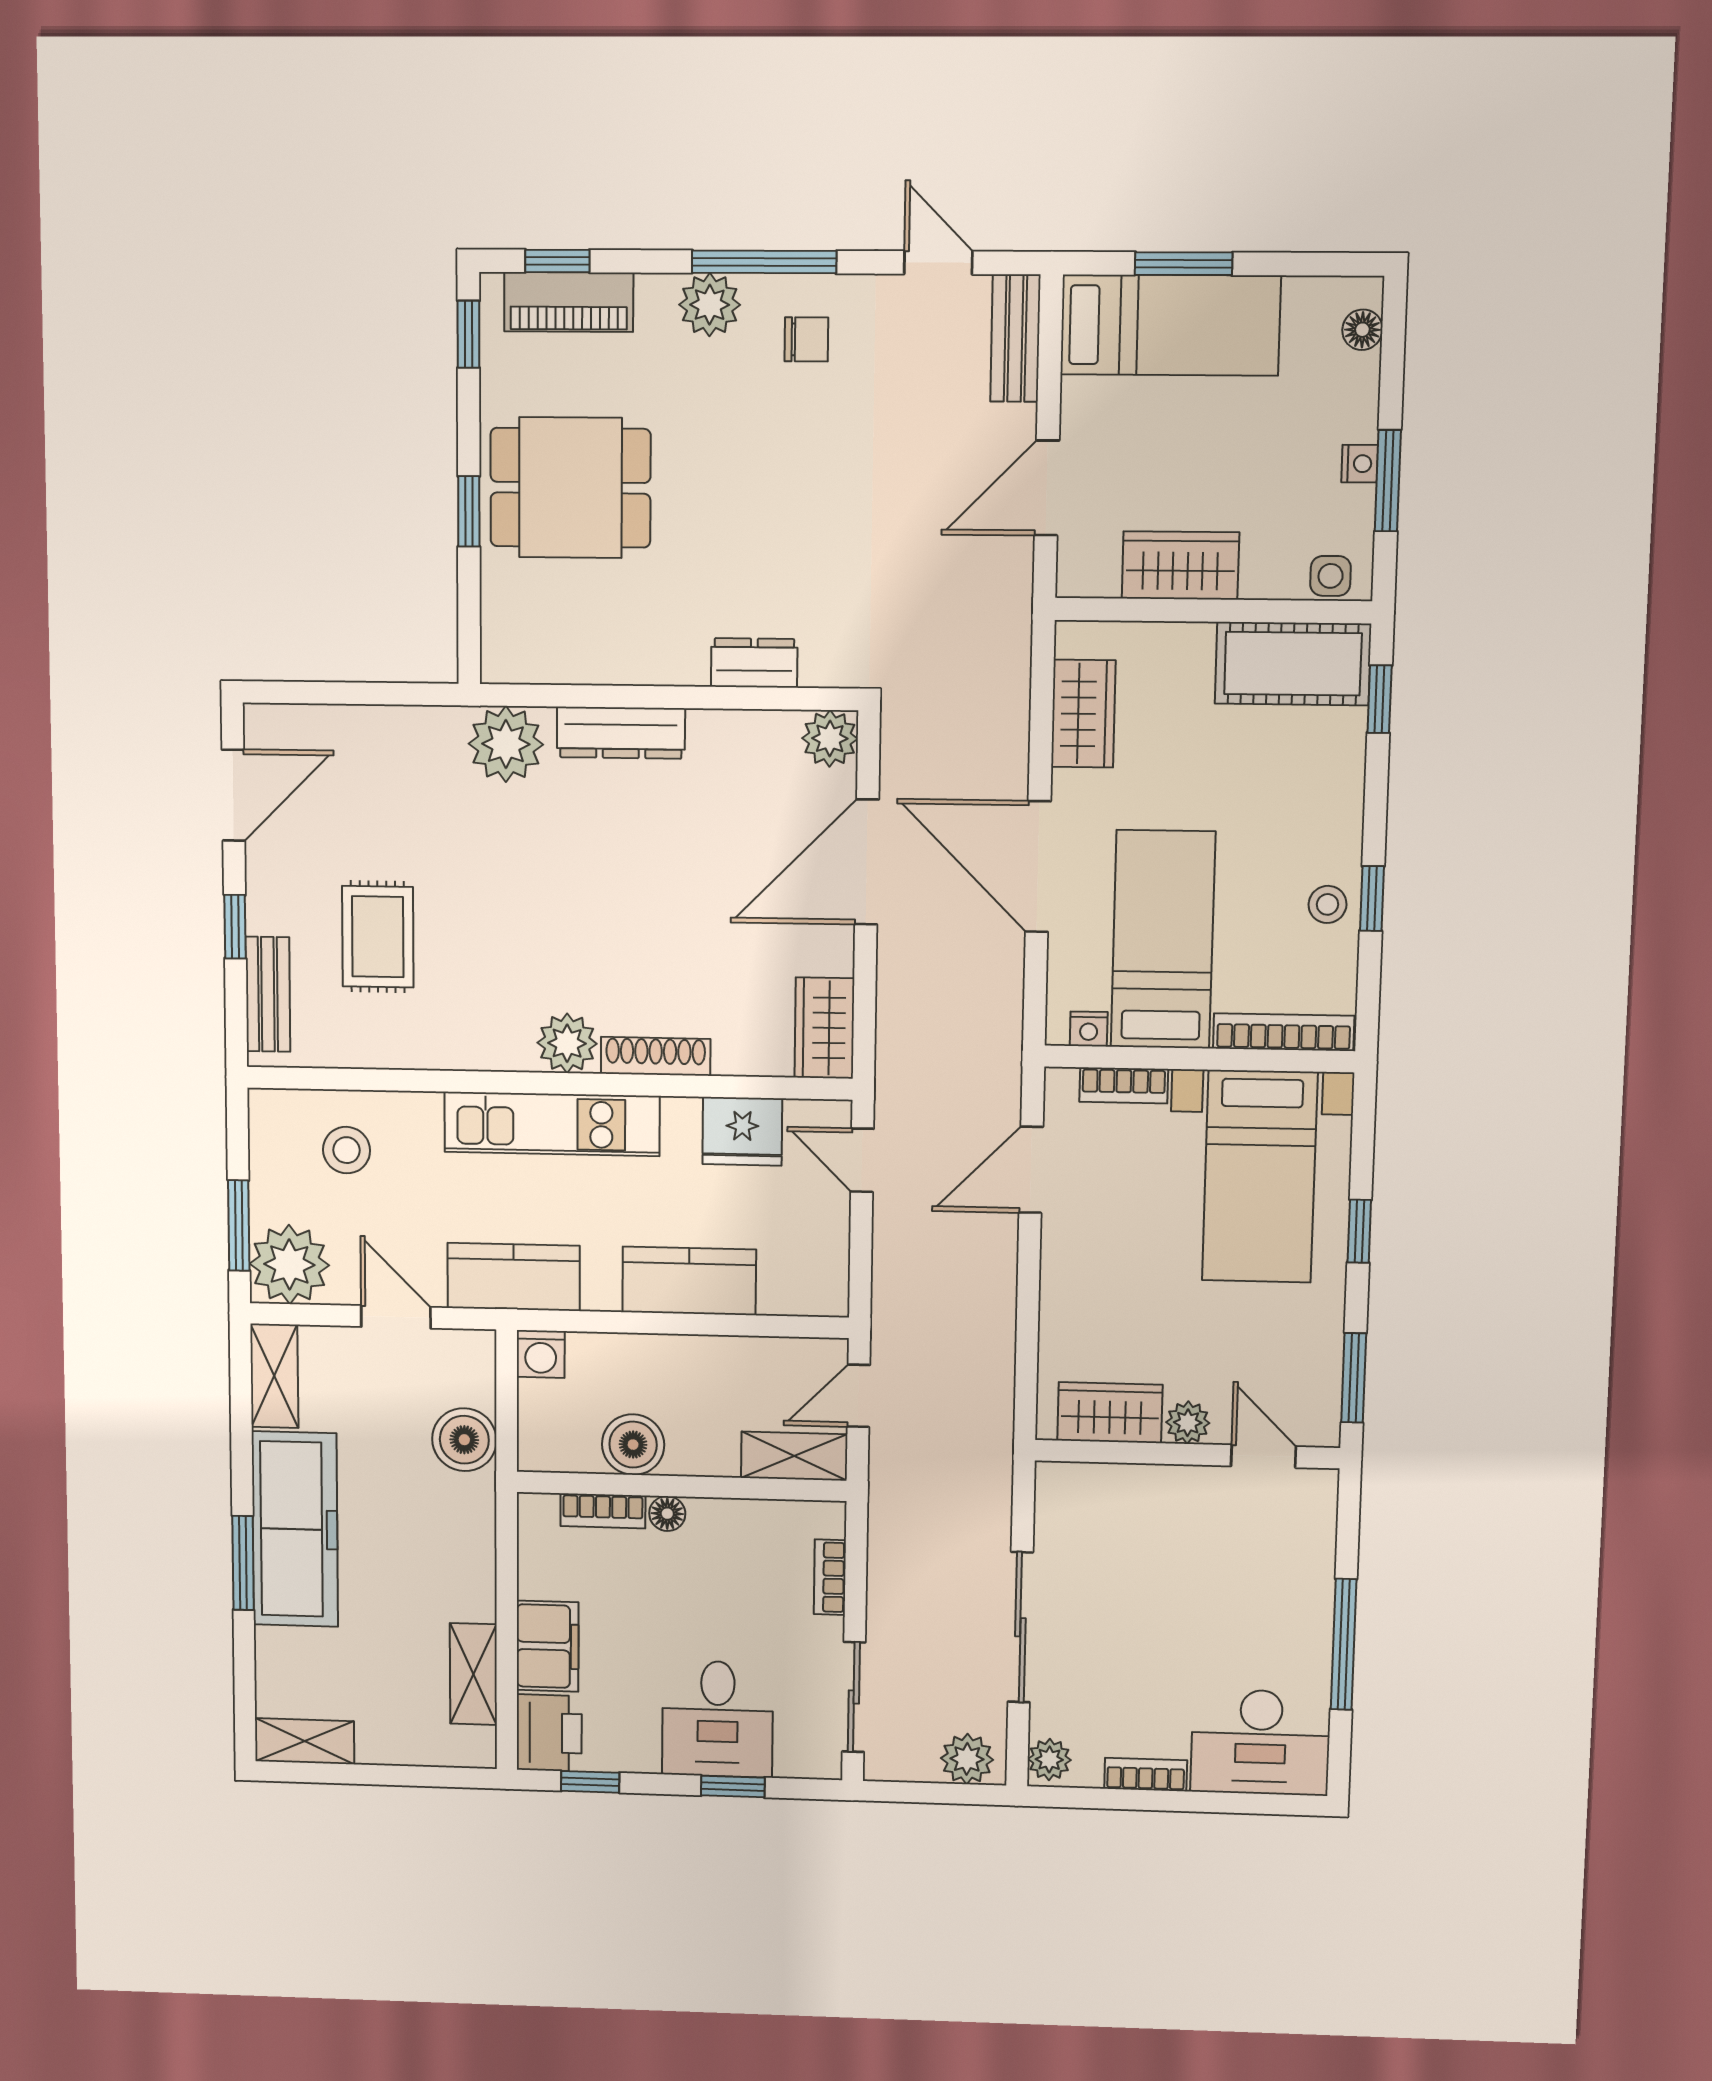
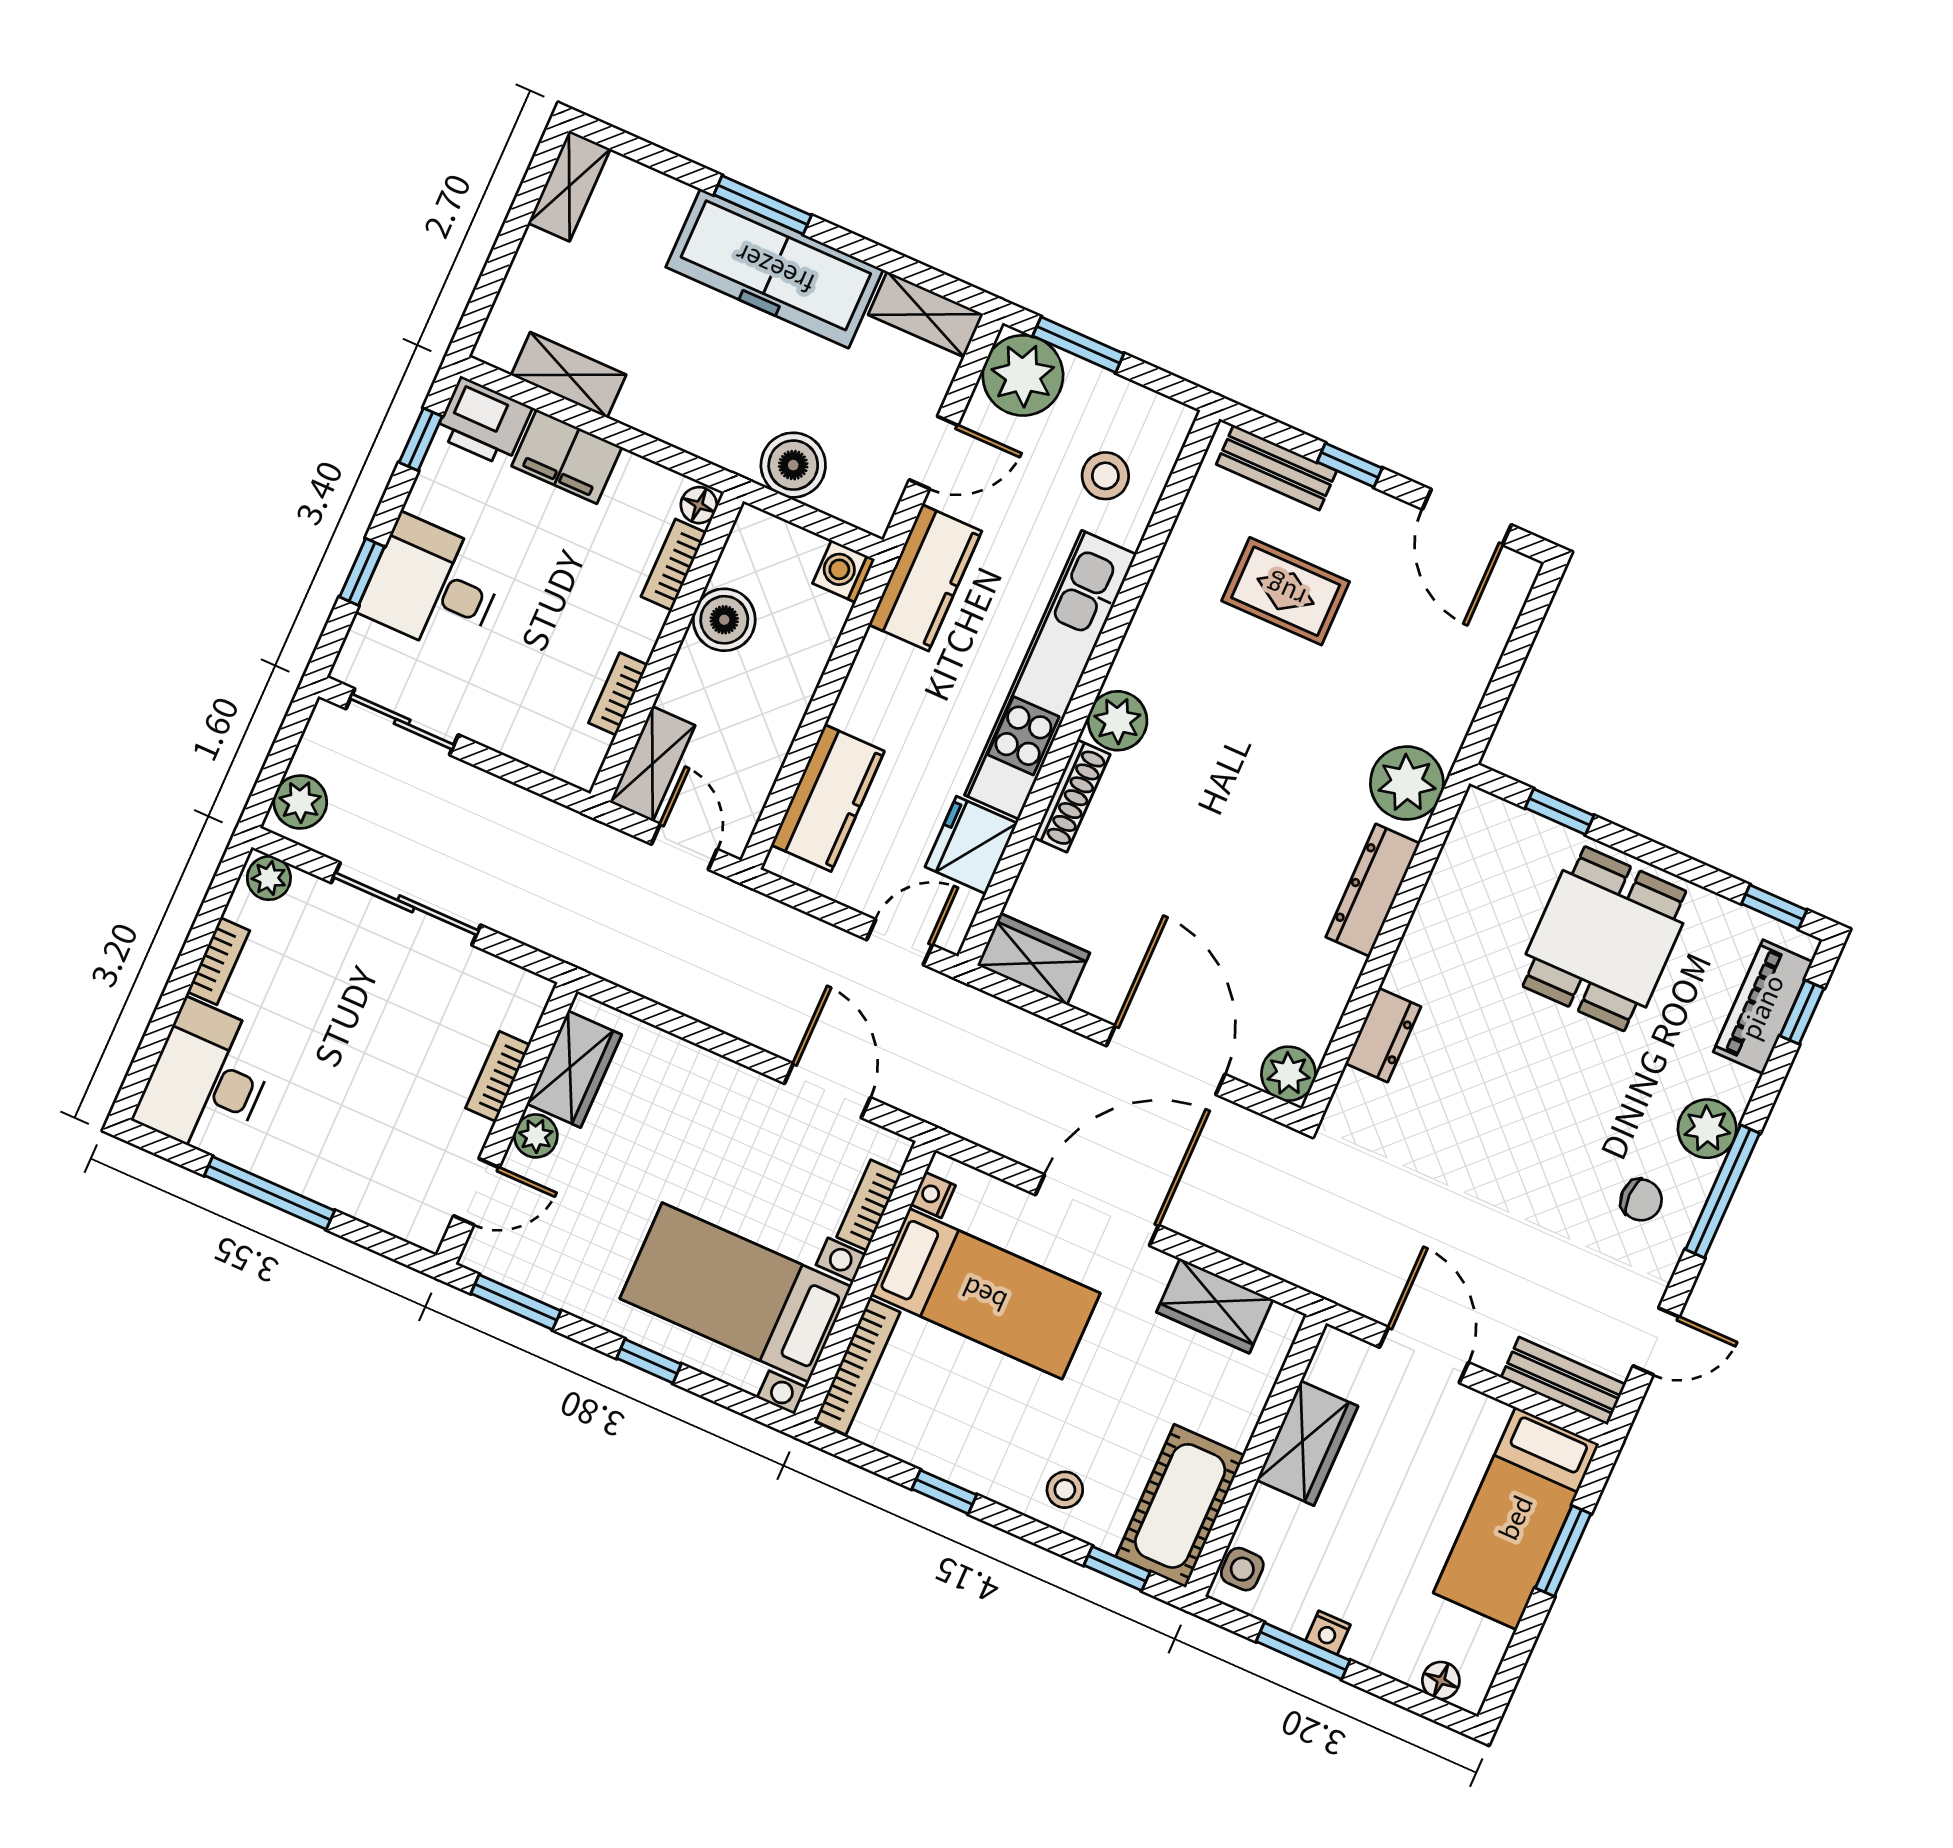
chair: (806, 339) -> (1641, 1200), turned -90
window: (469, 511) -> (1559, 812), moved
stool: (1328, 904) -> (1065, 1490), moved
kitchen unit: (552, 1124) -> (1050, 675), width x1.36
kitchen counter: (689, 1281) -> (828, 798), moved
bookcase: (1146, 1480) -> (498, 1076), added
floor lamp: (667, 1514) -> (699, 505), moved
bookcase: (830, 1577) -> (618, 694), moved, turned -90

